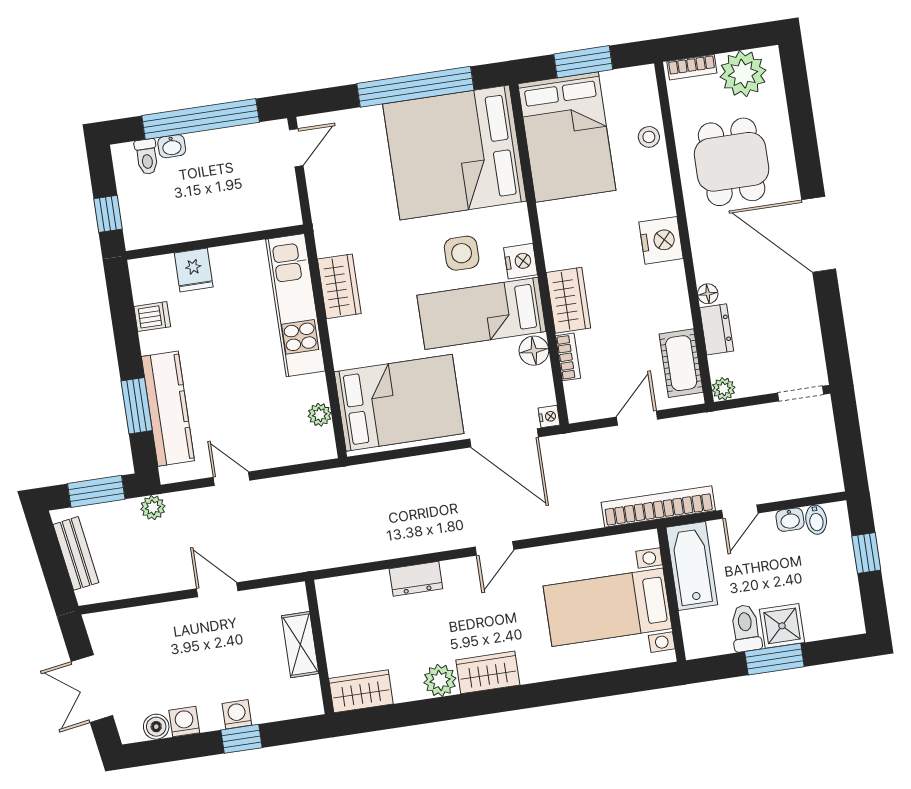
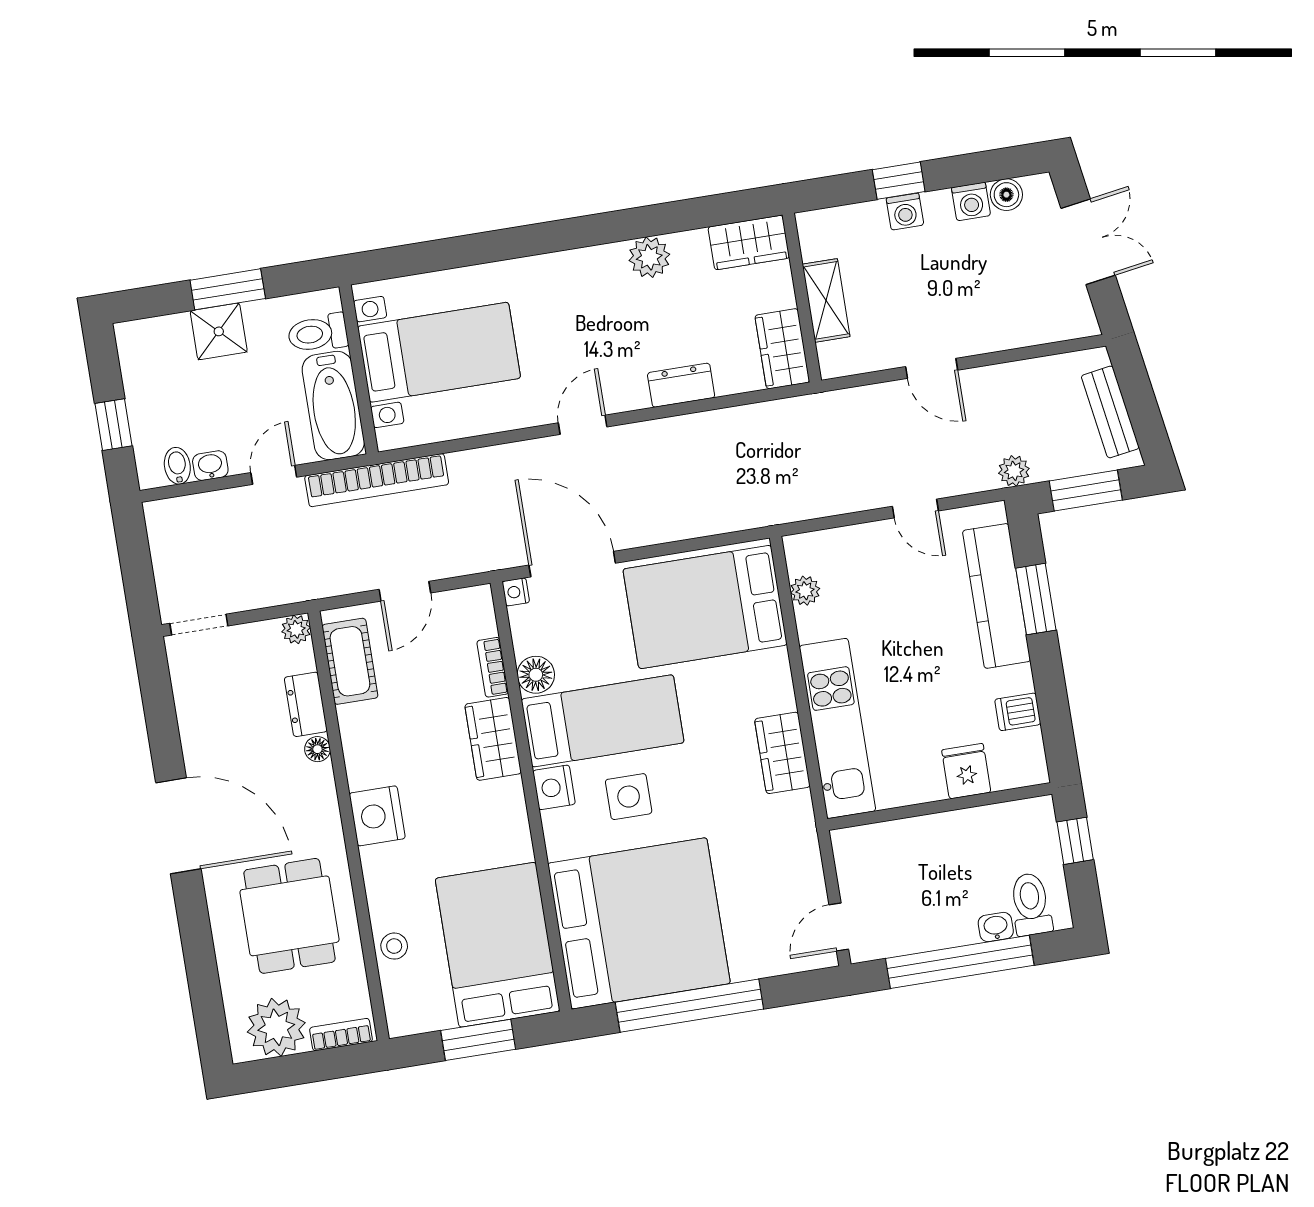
toilet: (147, 157) -> (1031, 904), width x1.37, depth x1.39
toilet: (746, 628) -> (318, 333), moved, turned 90
wardrobe: (488, 672) -> (782, 349), moved, turned 90

